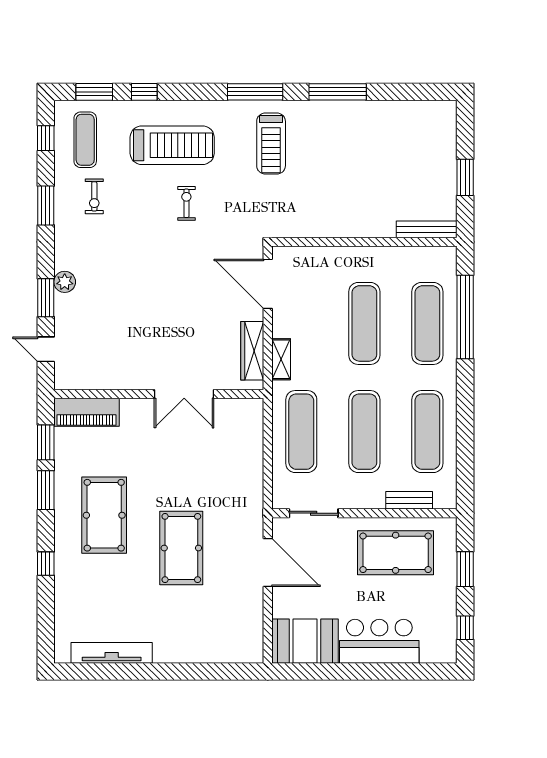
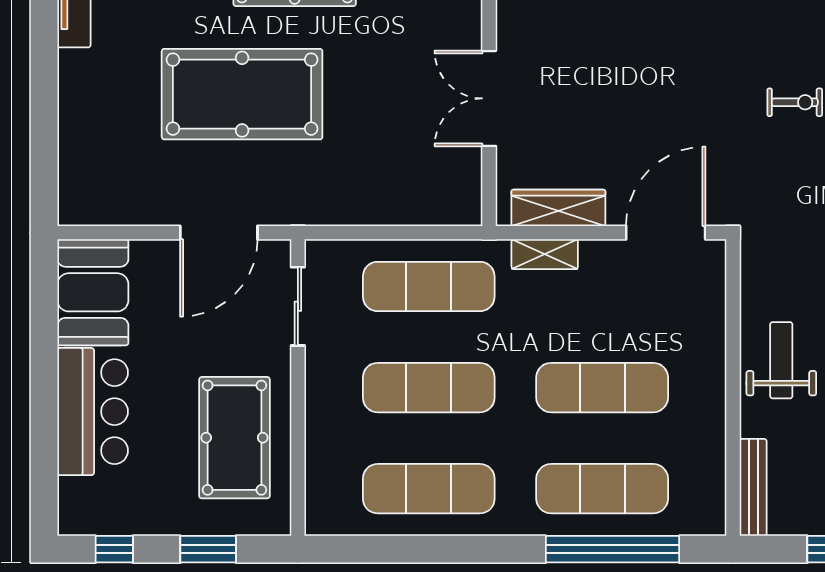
weight bench: (347, 212) -> (781, 360), added
bench: (409, 500) -> (319, 459), removed
pool table: (181, 548) -> (242, 94), width x1.36, depth x1.32

